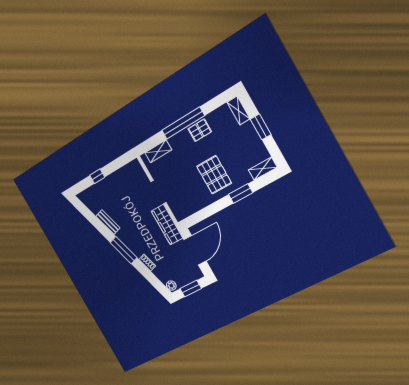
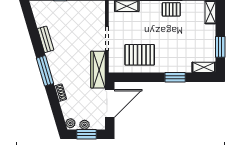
window: (261, 127) -> (220, 47), moved
pallet: (214, 175) -> (140, 55), moved, turned 90
plant: (184, 281) -> (85, 125), added

